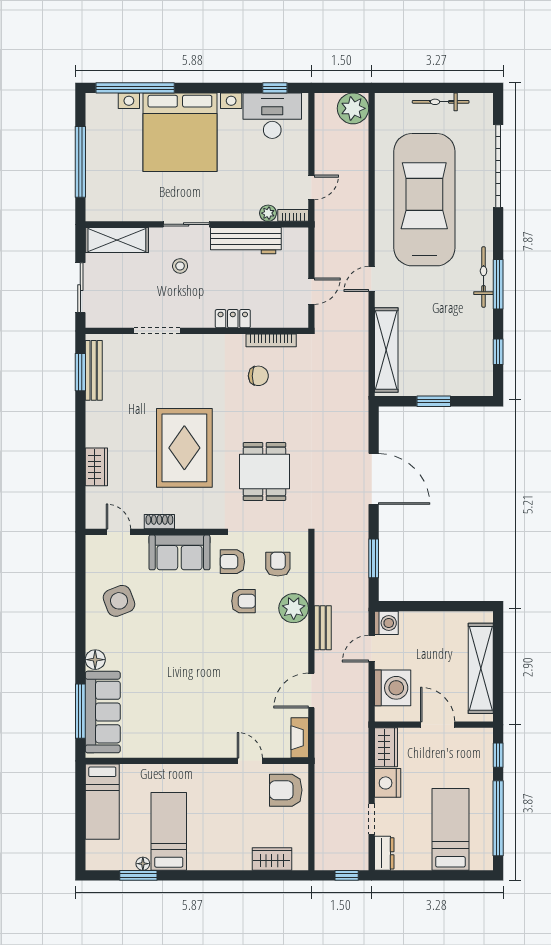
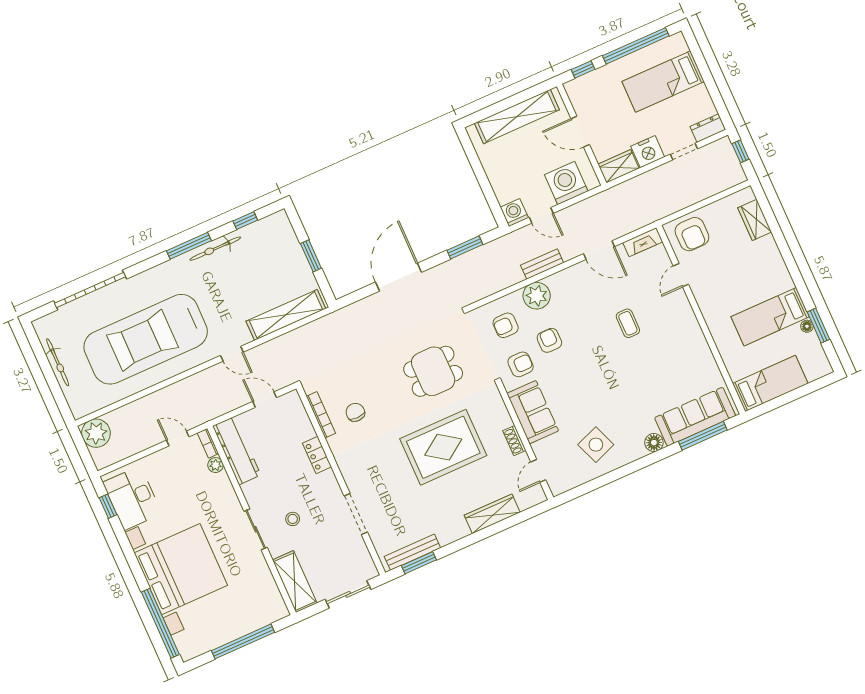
workbench: (246, 241) -> (237, 451), moved
bicycle: (484, 277) -> (215, 249), moved
wardrobe: (96, 467) -> (492, 514), width x1.50
armchair: (232, 562) -> (521, 364), turned -90
coffee table: (226, 687) -> (628, 323), added
door: (438, 725) -> (580, 132), hinge flipped

